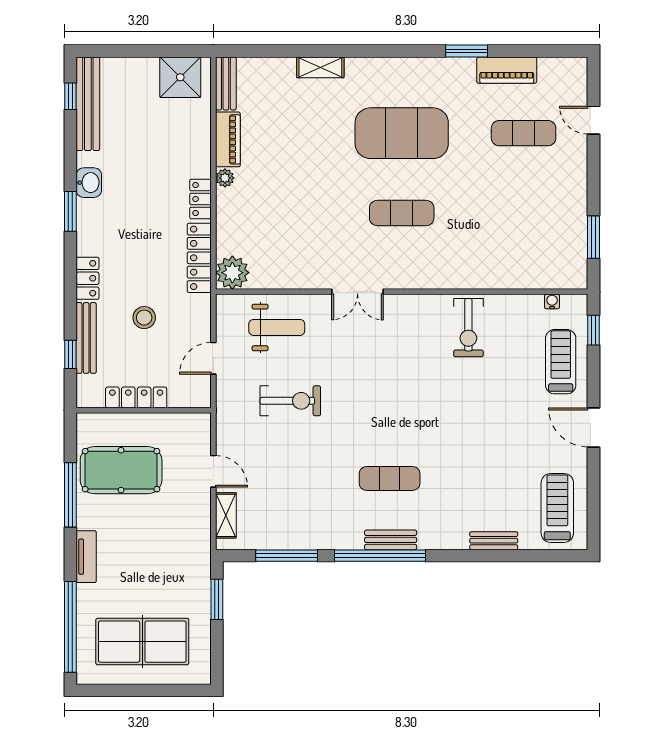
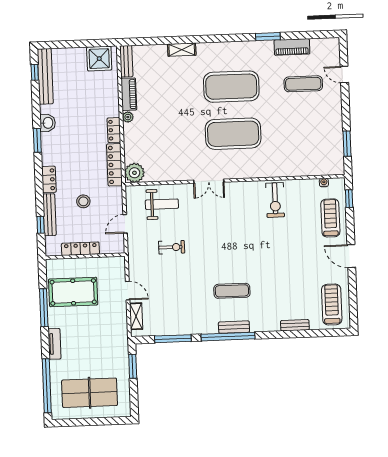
exercise mat: (402, 213) -> (233, 134), width x2.00, depth x1.45
exercise bike: (290, 401) -> (172, 247), width x0.73, depth x0.72

